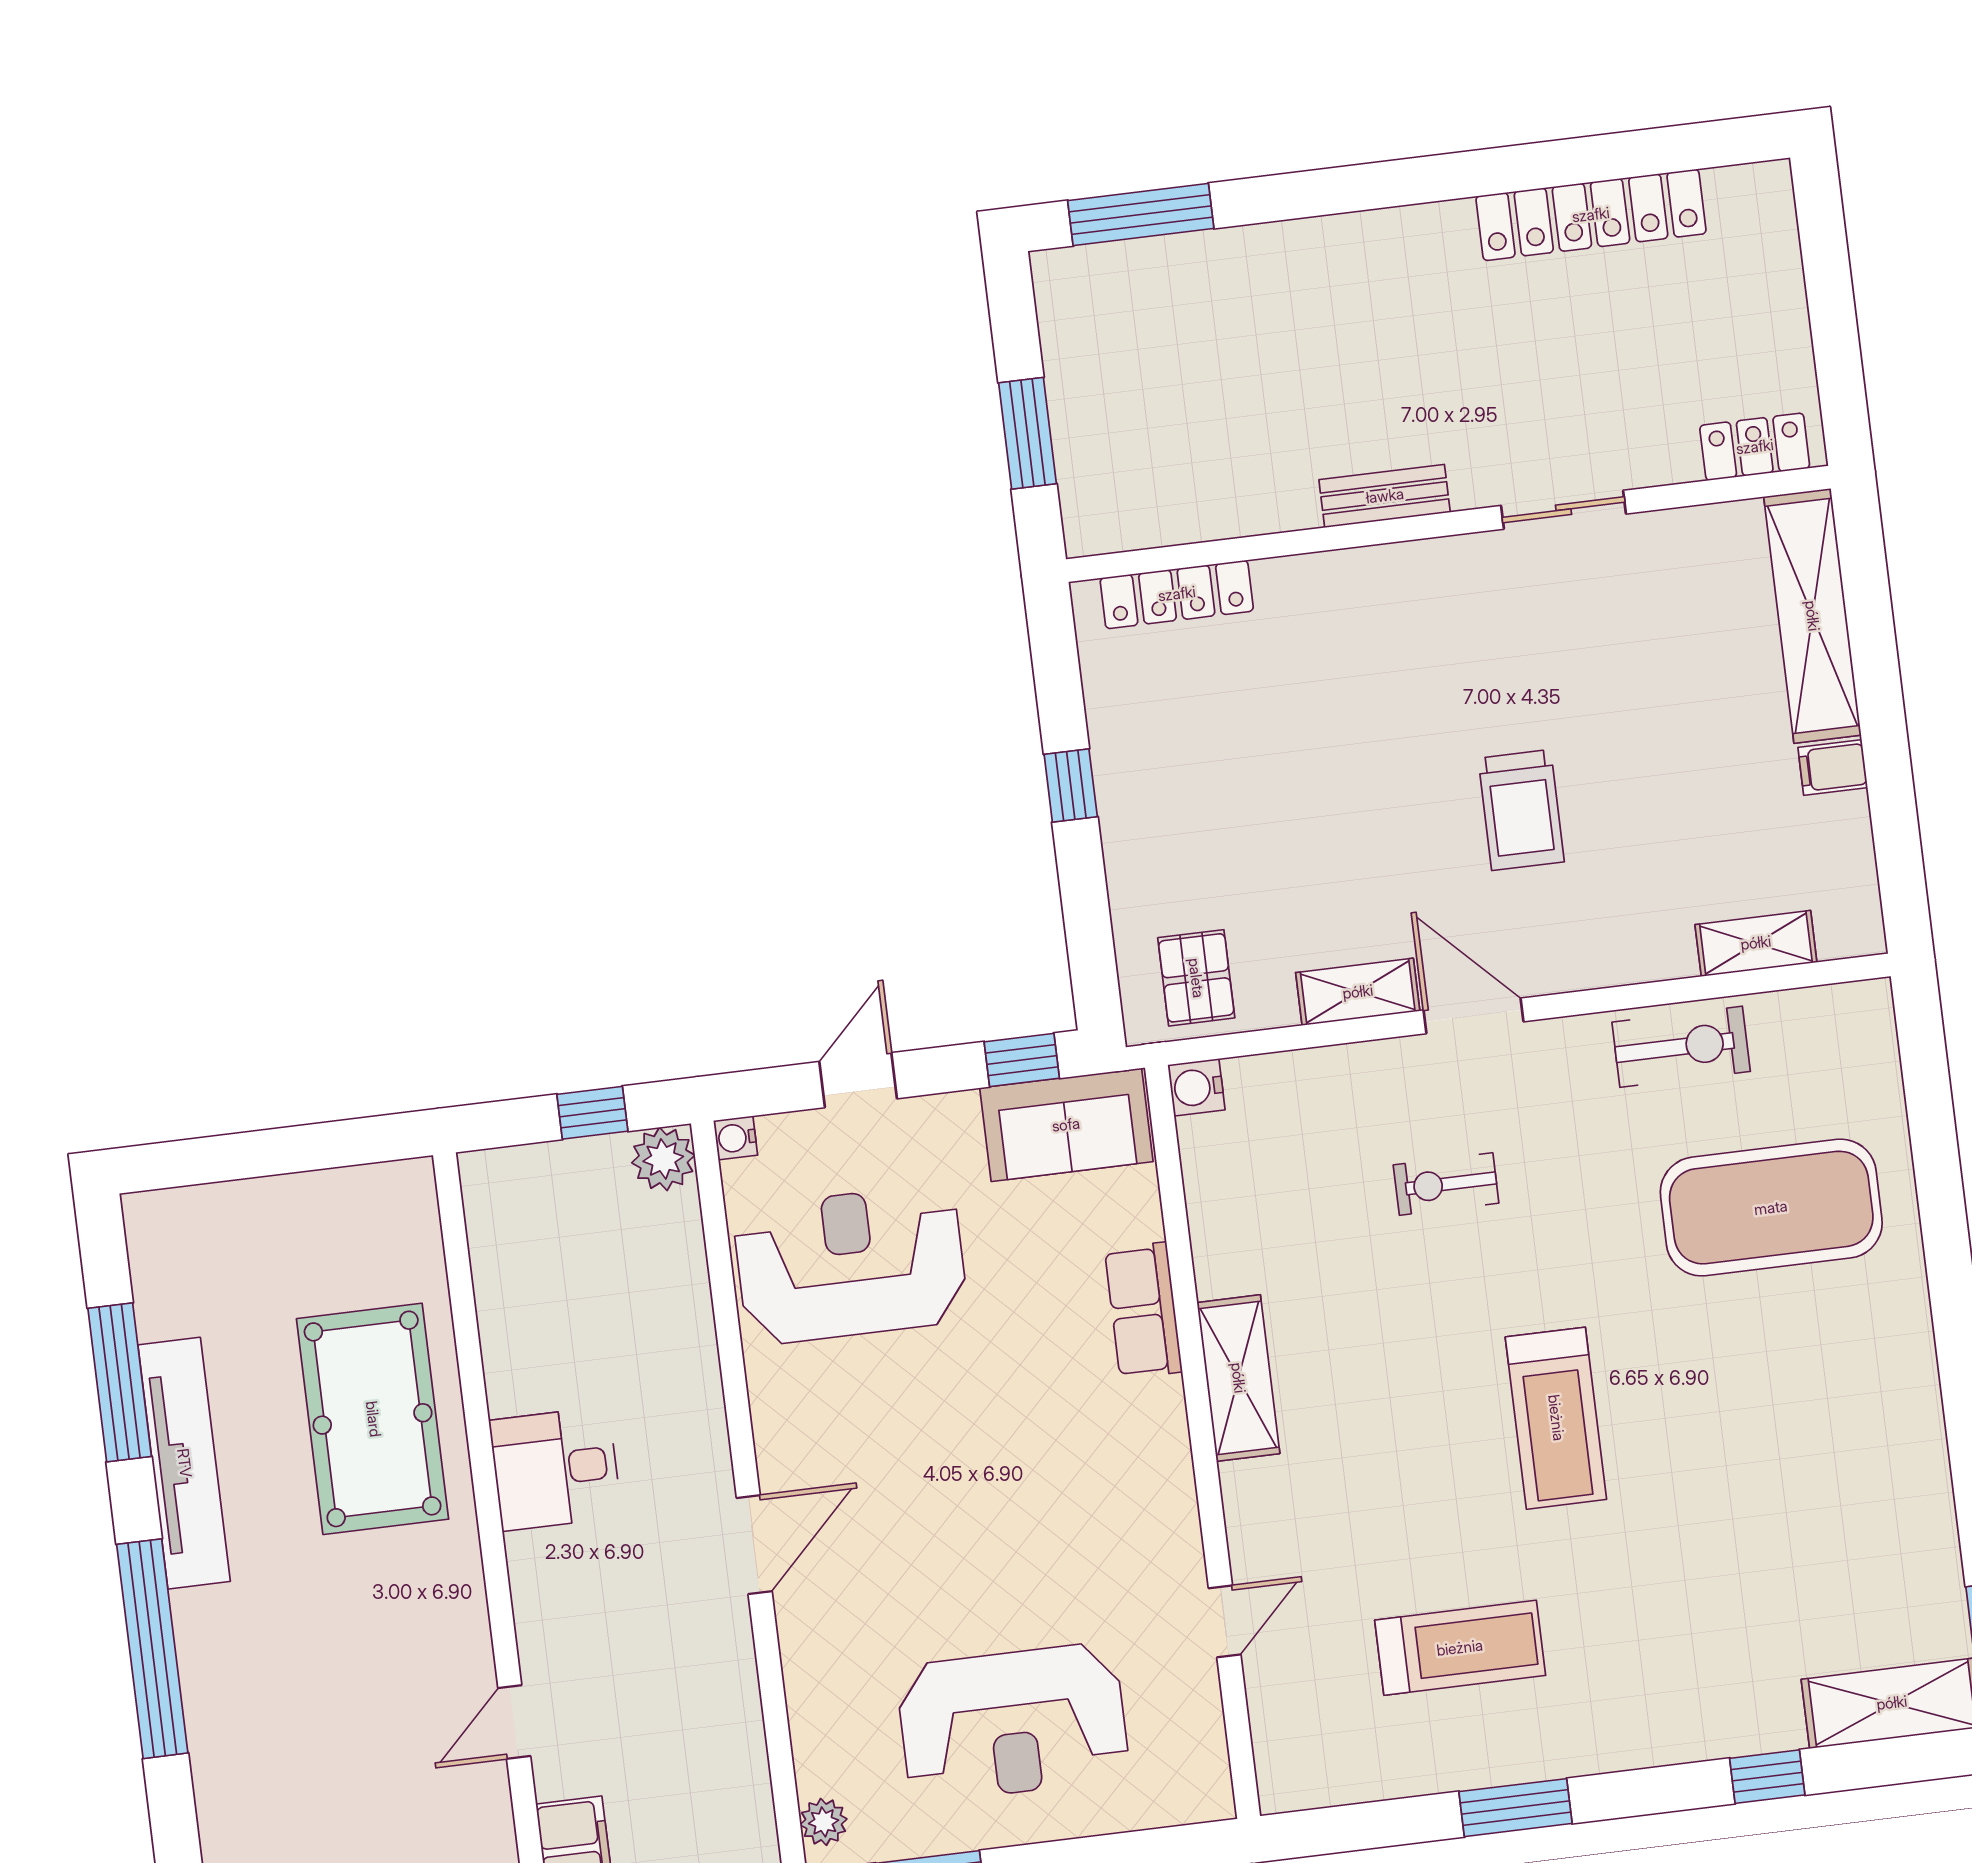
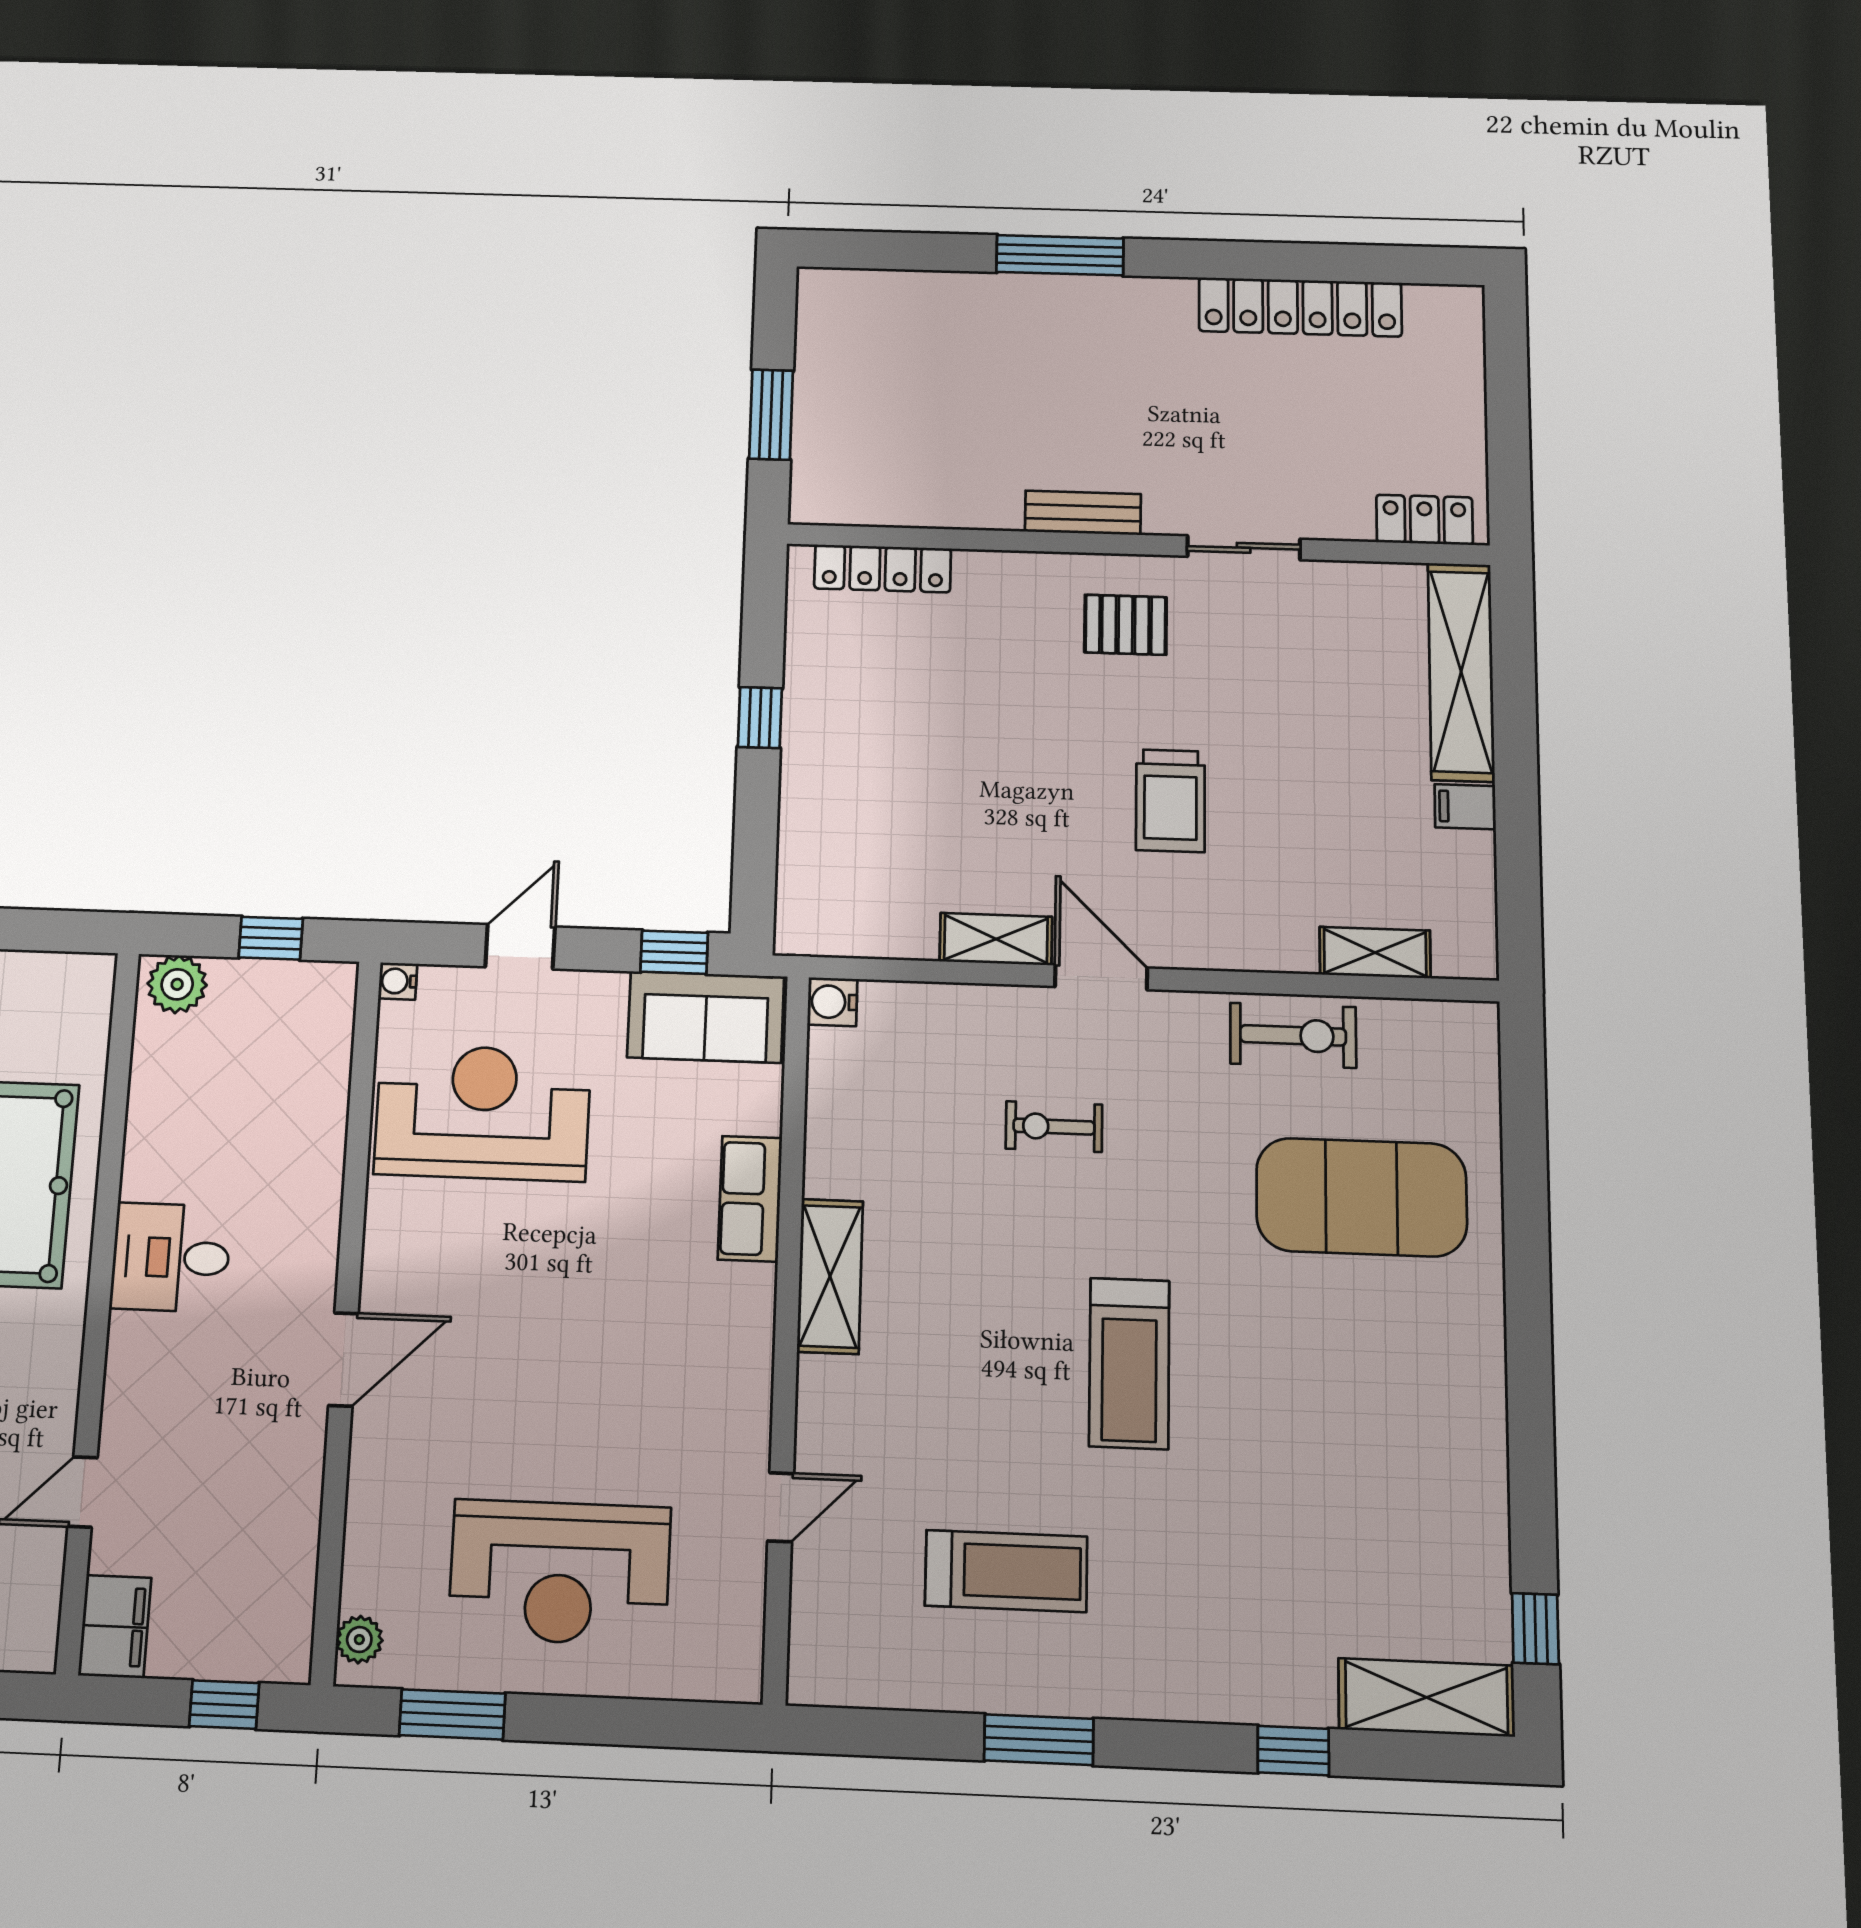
window: (1141, 214) -> (1060, 255), moved
pallet: (1196, 978) -> (1125, 625), moved, turned 90
plant: (663, 1159) -> (177, 984), moved

